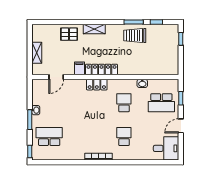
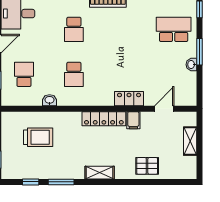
shelving: (94, 29) -> (100, 173), moved
trolley: (135, 35) -> (38, 137), moved
locker: (97, 85) -> (129, 99), moved
school desk: (161, 103) -> (24, 74), width x0.54
school desk: (49, 136) -> (174, 29), turned 180

